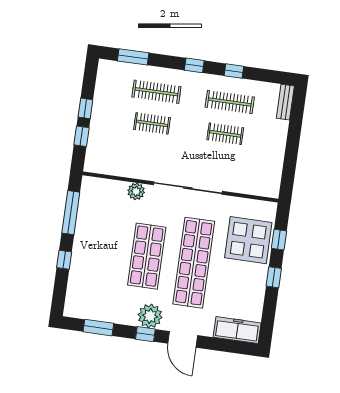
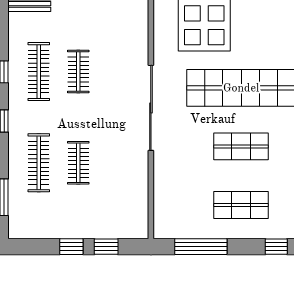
plant: (136, 191) -> (164, 171), removed
shop shelf: (100, 249) -> (241, 205), added
shop shelf: (147, 256) -> (241, 146), width x0.70, depth x0.74
window: (64, 260) -> (276, 247), moved

